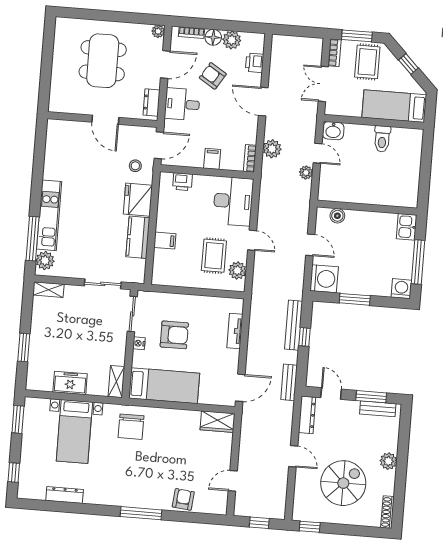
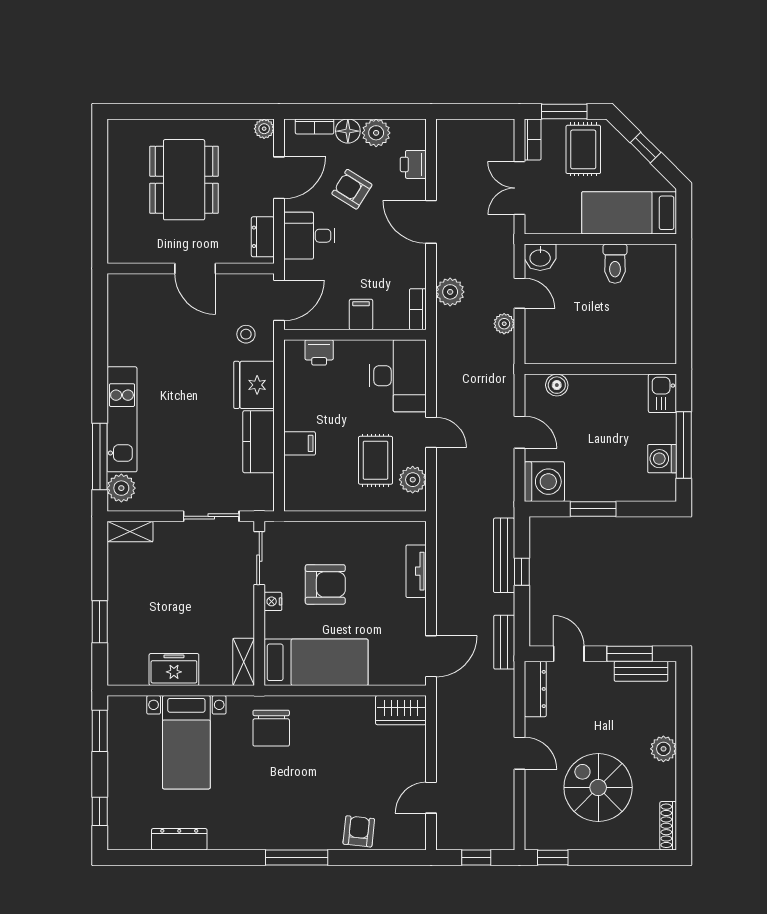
washing machine: (401, 289) -> (662, 459), moved, turned -90
spiral stairs: (343, 483) -> (598, 787), turned -90

